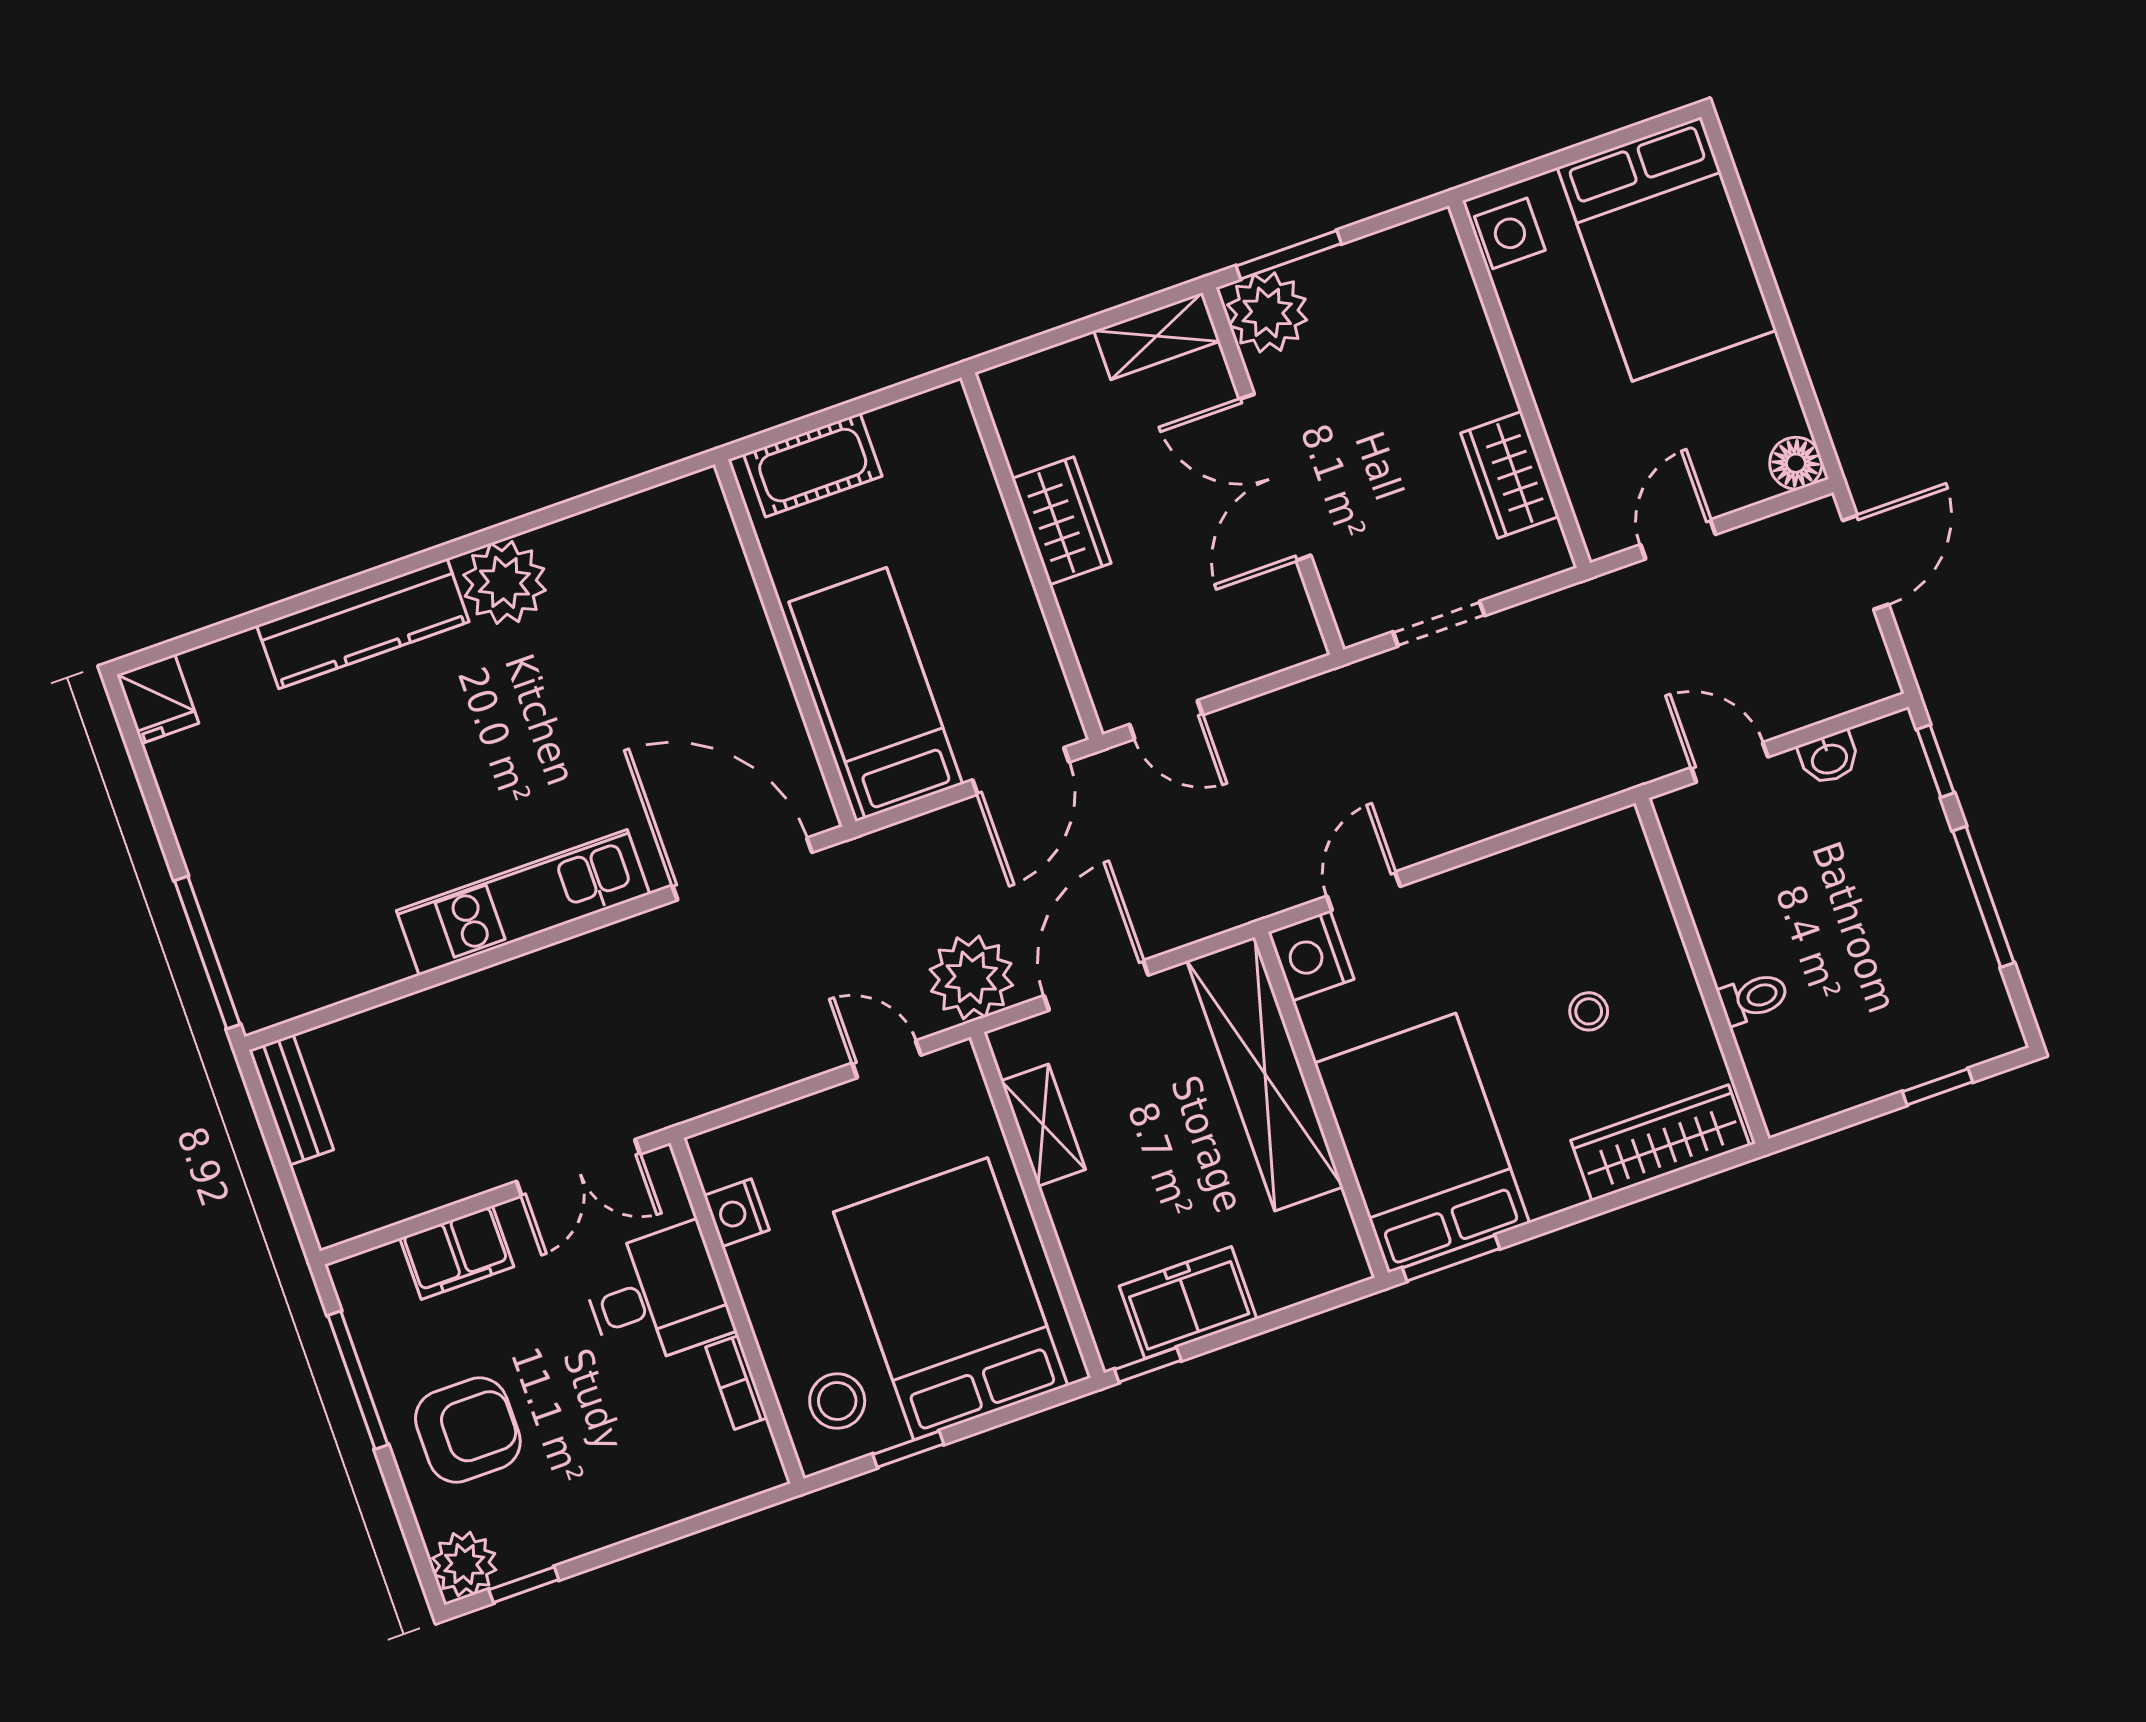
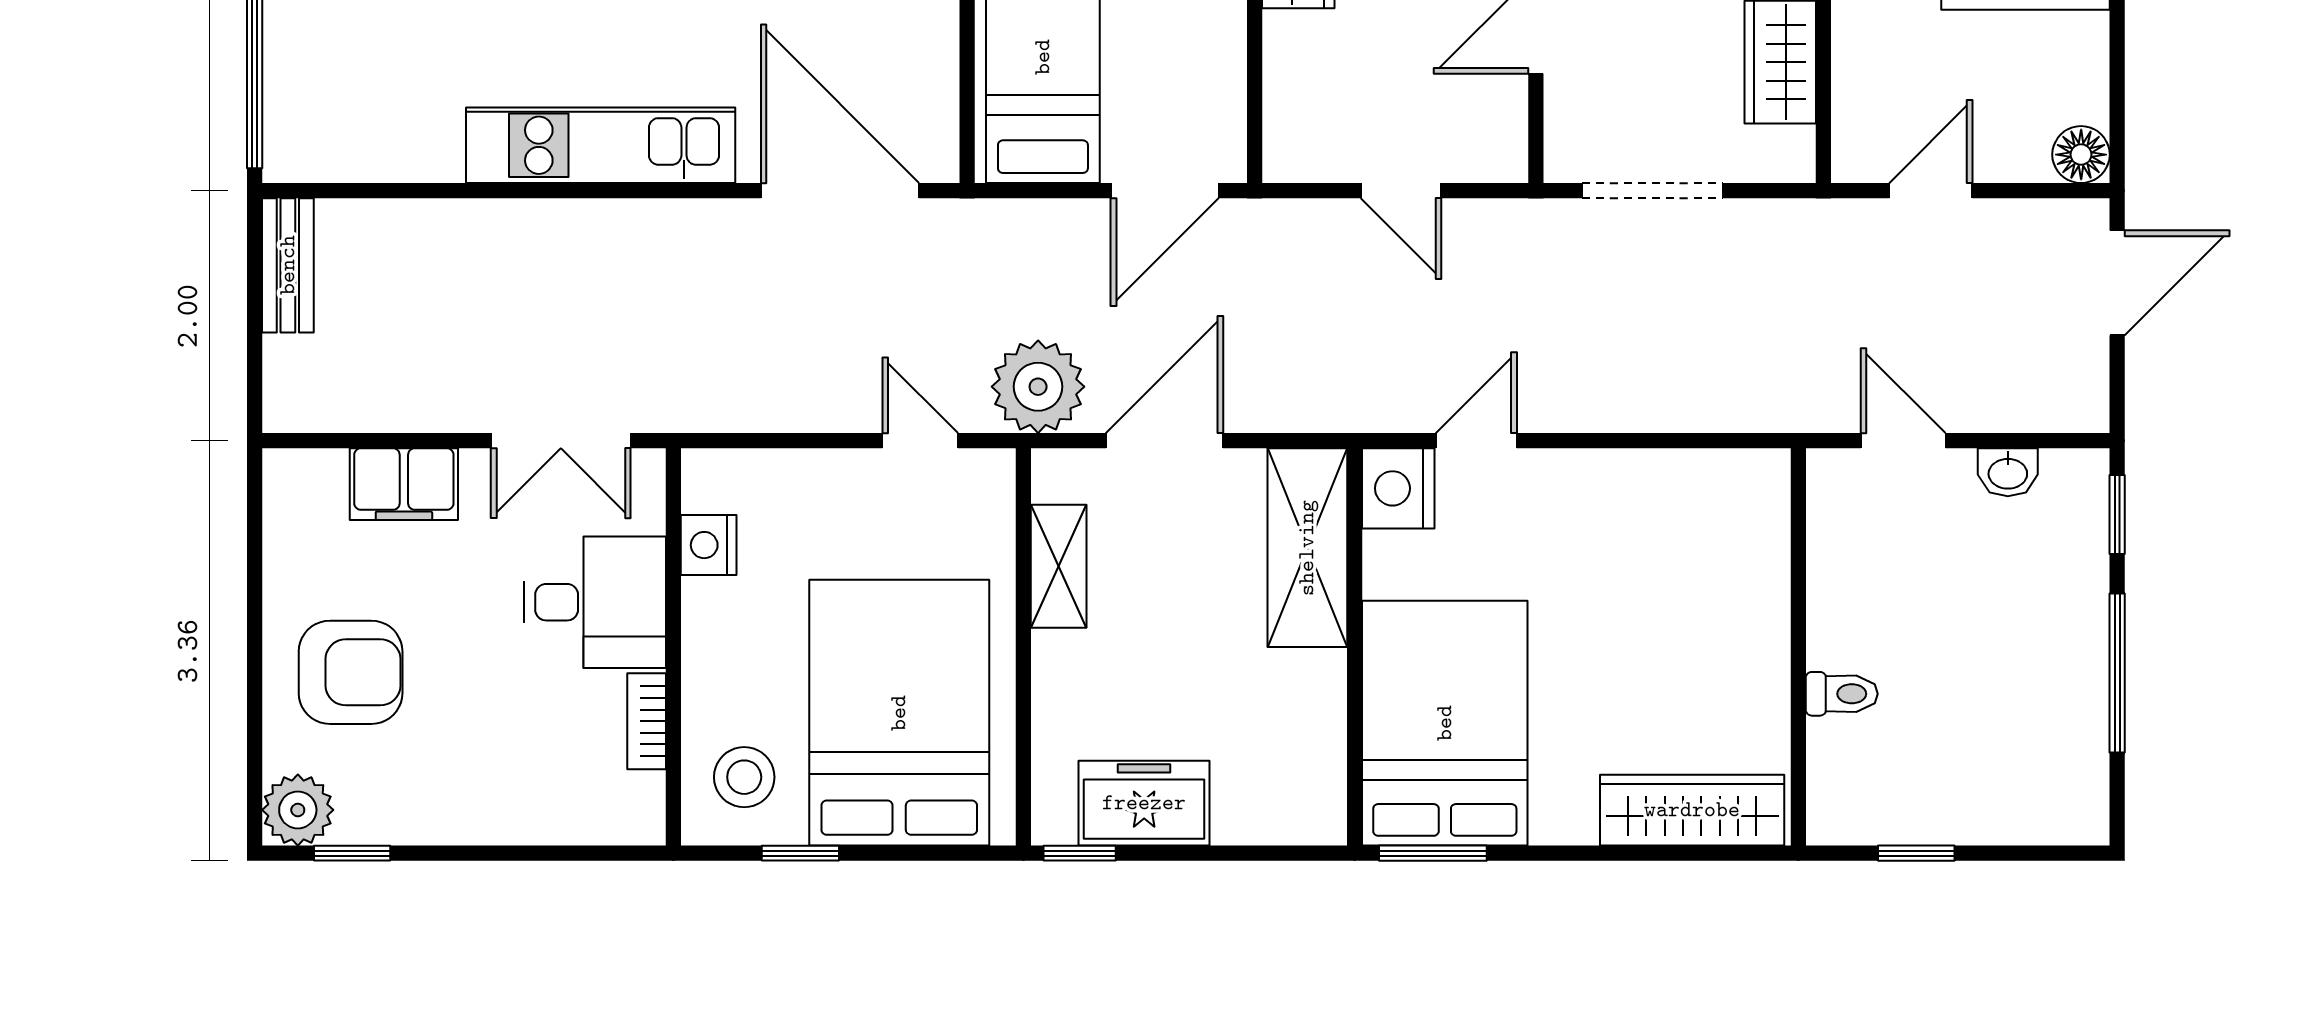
doorway: (1439, 624) -> (1652, 191), width x1.38
door: (1166, 720) -> (1401, 191), moved
stool: (1589, 1011) -> (1666, 648), removed
shelving: (1265, 1074) -> (1307, 548), width x0.68
window: (1938, 1087) -> (1916, 853), moved
window: (358, 1380) -> (255, 580), removed

